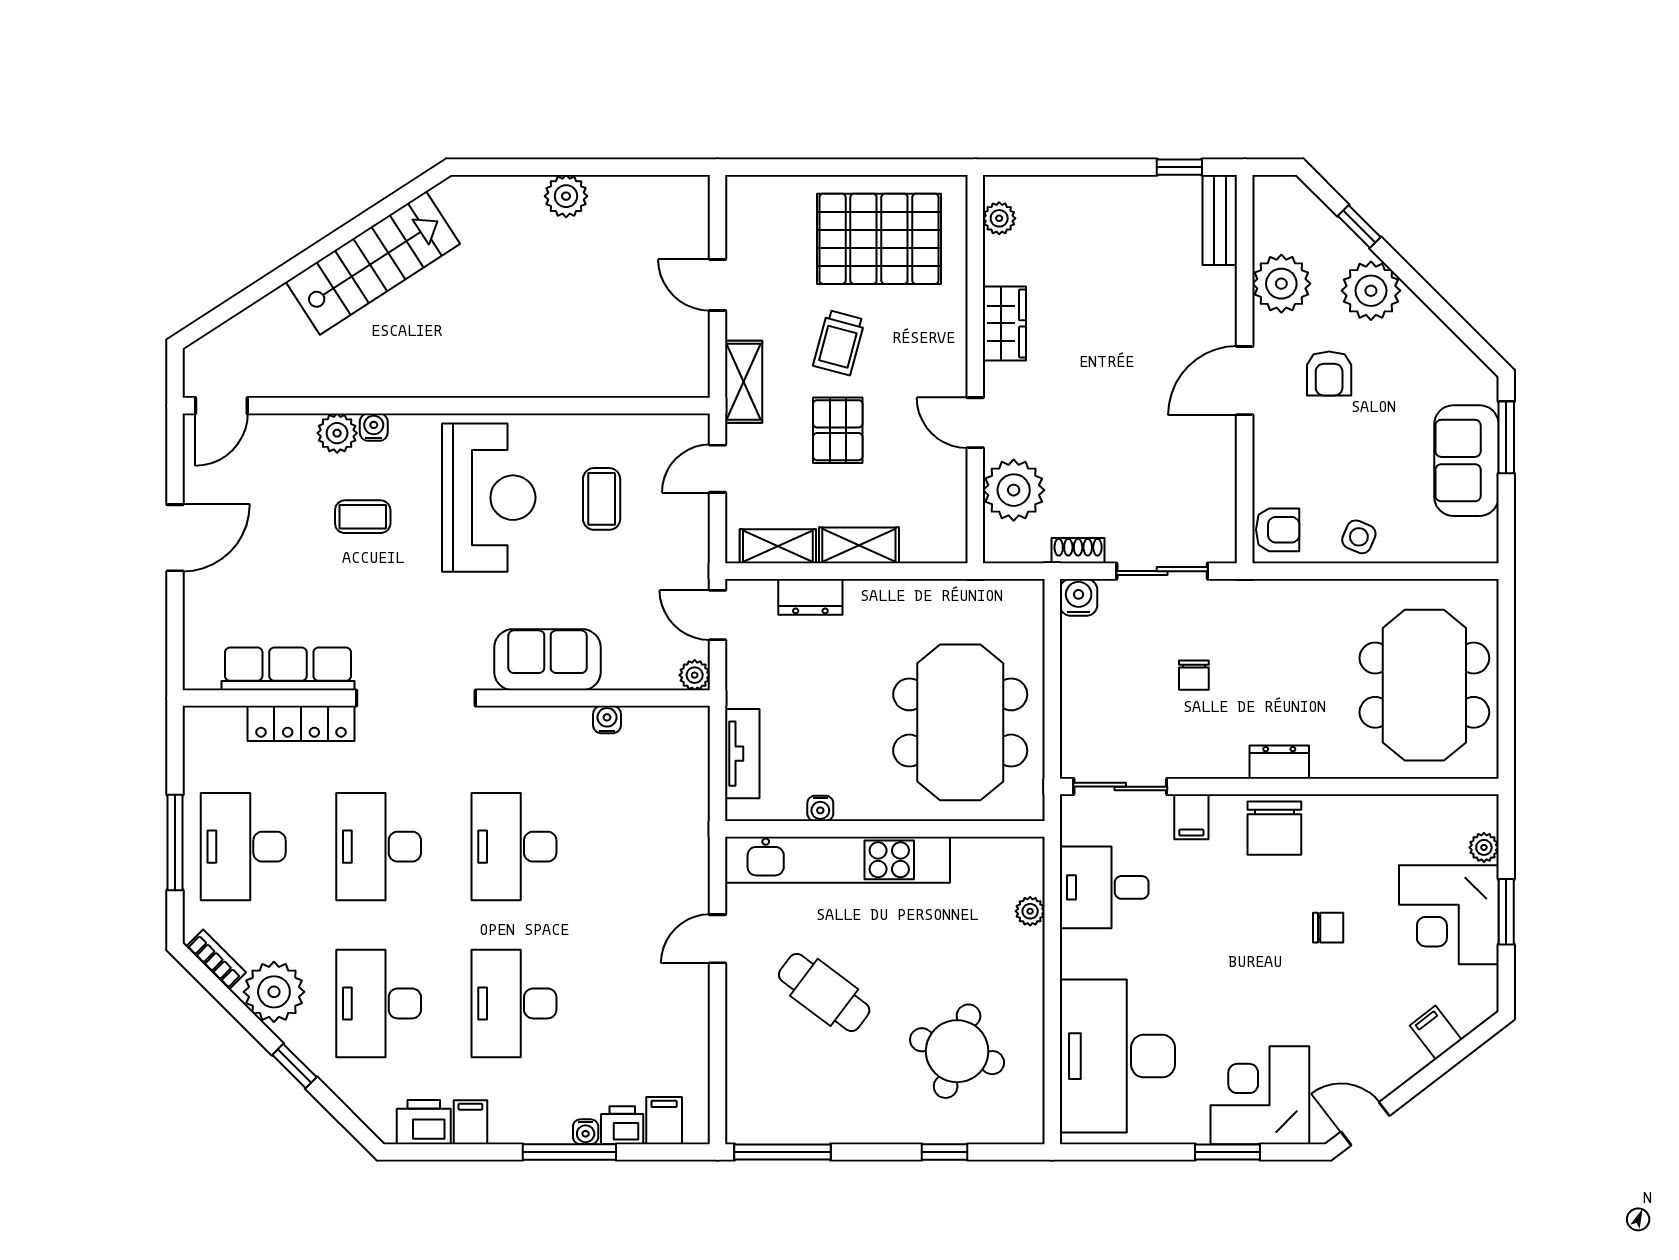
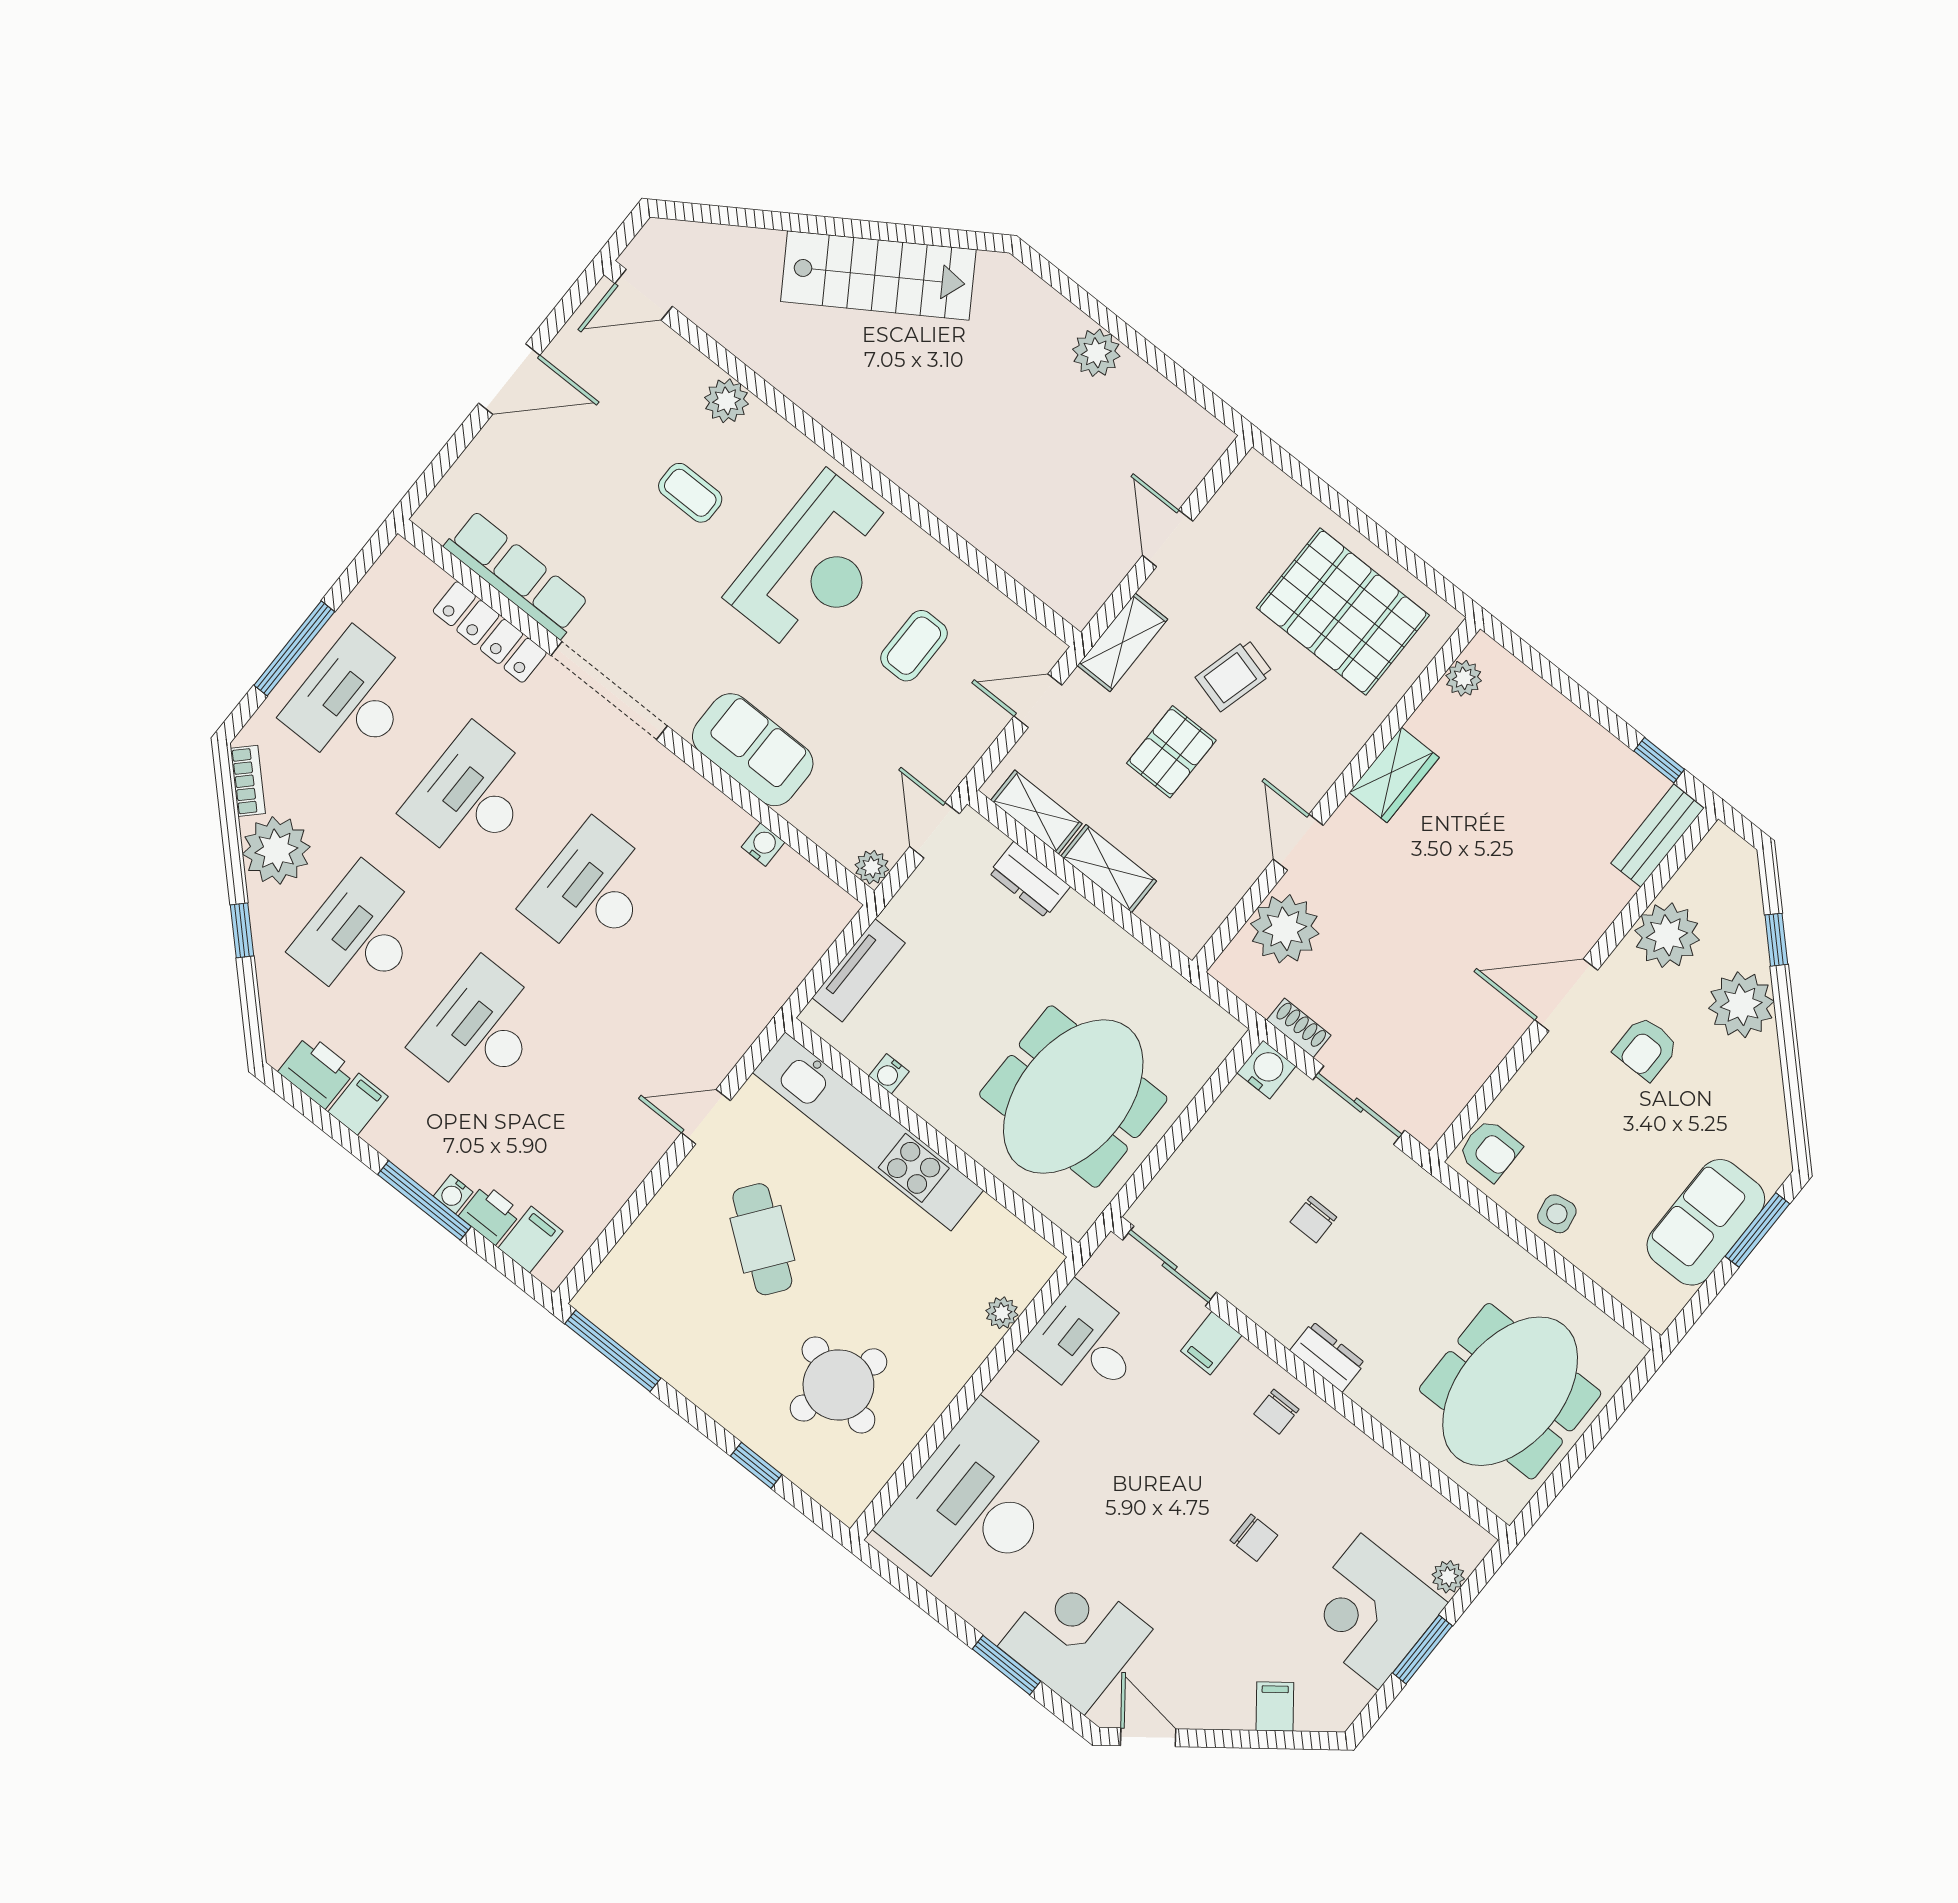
water cooler: (374, 427) -> (763, 421), removed
side table: (1359, 537) -> (1557, 1214), turned -33
chair: (1274, 828) -> (1276, 1412), width x0.54, depth x0.54

